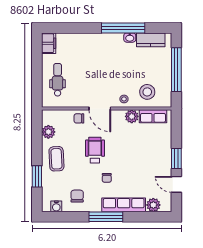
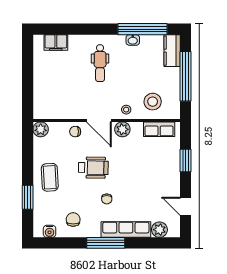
window: (123, 28) -> (142, 29), moved
kitchen counter: (151, 40) -> (172, 51), moved, turned 90
filing cabinet: (49, 43) -> (56, 42), moved, turned 90
dental chair: (58, 80) -> (100, 63), moved, turned 180
plant: (132, 116) -> (122, 129), moved
plant: (48, 132) -> (41, 129), moved
wheelchair: (95, 150) -> (93, 168), turned 91
window: (176, 158) -> (186, 161), moved

